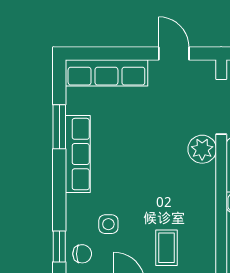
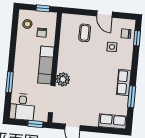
row of seats: (106, 73) -> (113, 121), width x0.68
row of seats: (78, 154) -> (124, 83), width x0.68

